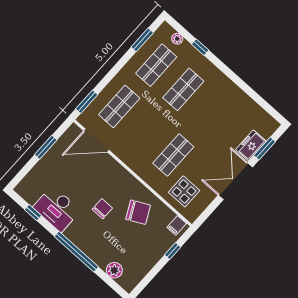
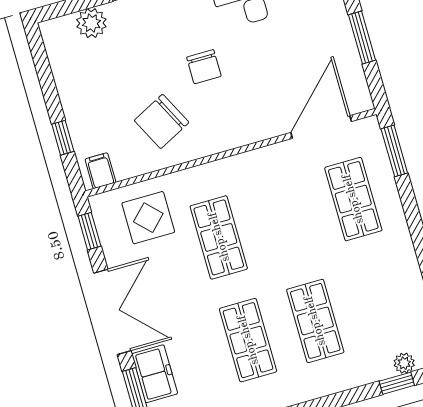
window: (200, 47) -> (397, 383), moved
shop shelf: (156, 65) -> (248, 340), moved
window: (206, 214) -> (89, 231), added

